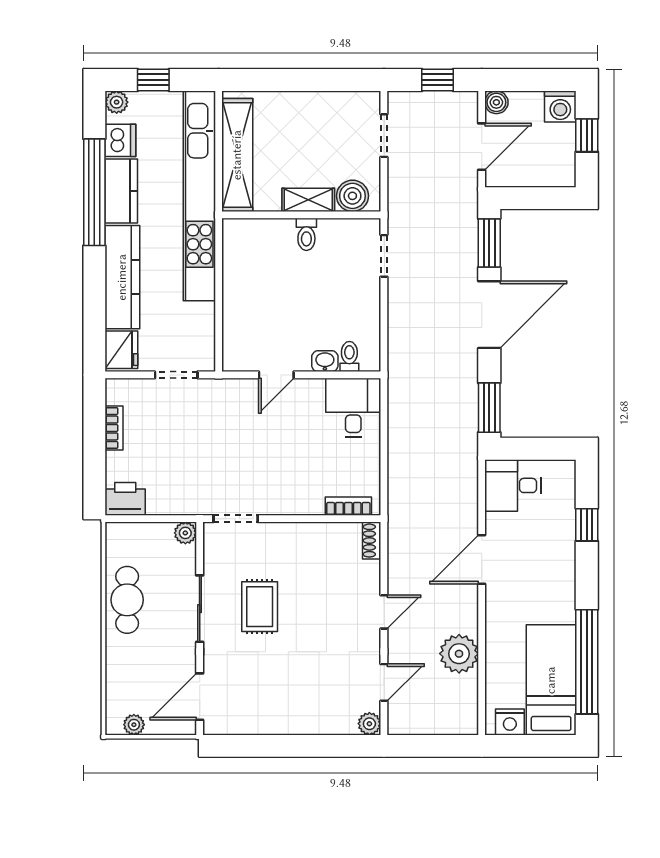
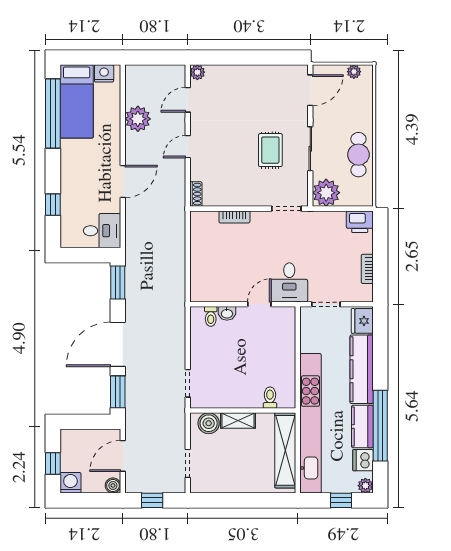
toilet: (306, 234) -> (270, 398), moved
desk: (353, 408) -> (289, 282), moved
bookcase: (348, 506) -> (234, 217), moved
plant: (185, 533) -> (326, 193), width x1.88, depth x1.88

